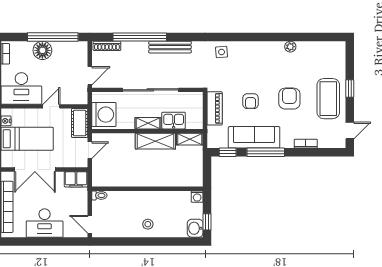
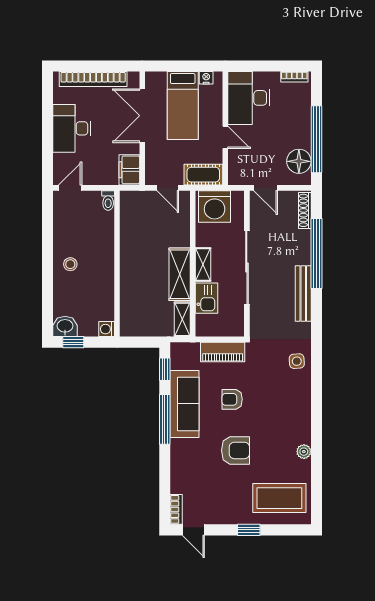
floor lamp: (42, 50) -> (299, 161), moved
coffee table: (328, 99) -> (279, 498), moved
bookcase: (306, 144) -> (176, 509), moved

